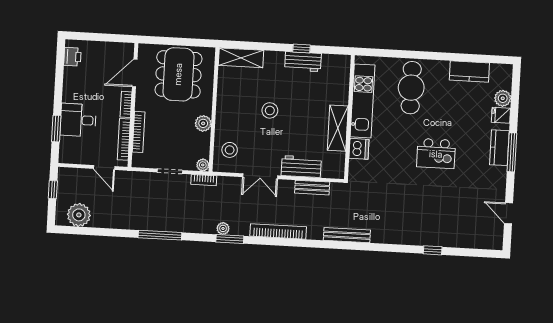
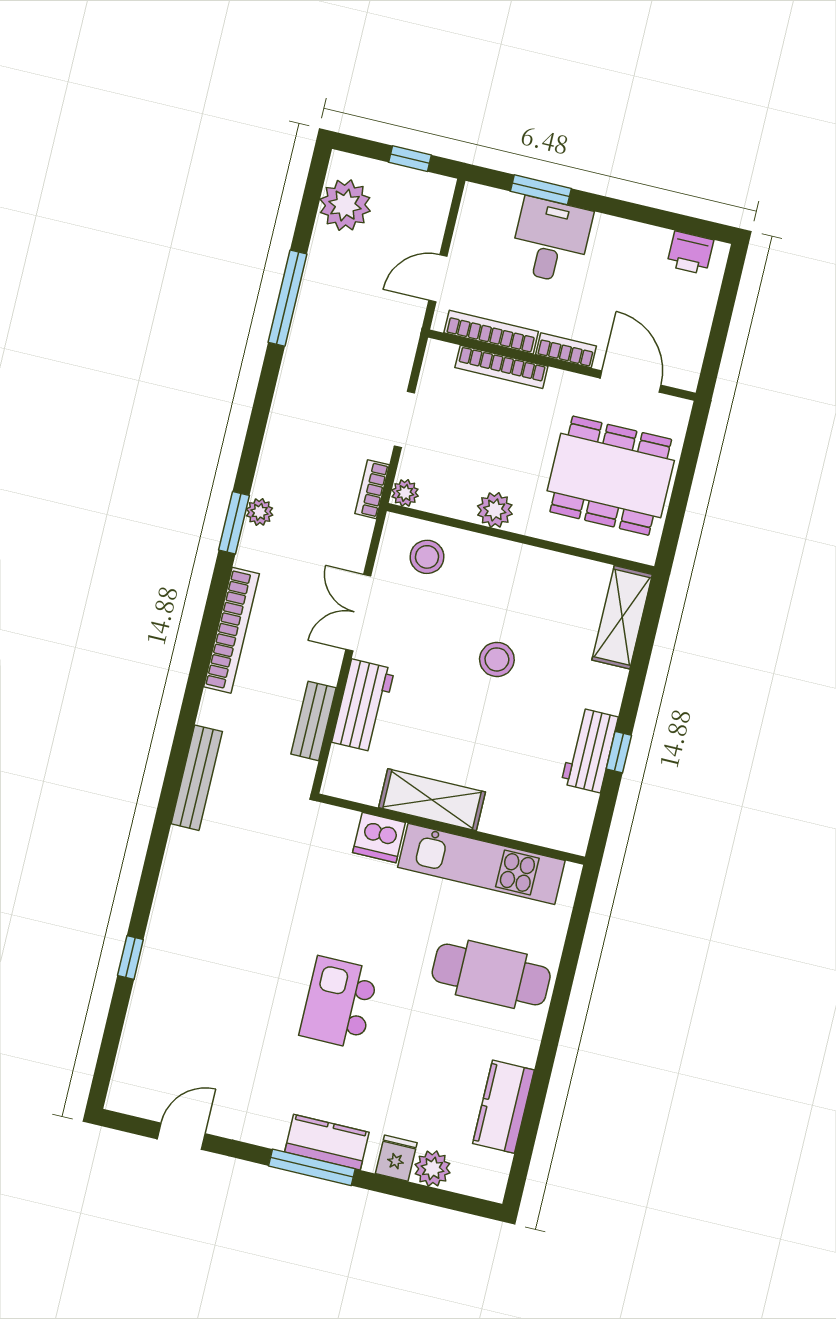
window: (160, 235) -> (288, 298), moved

